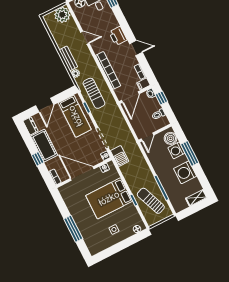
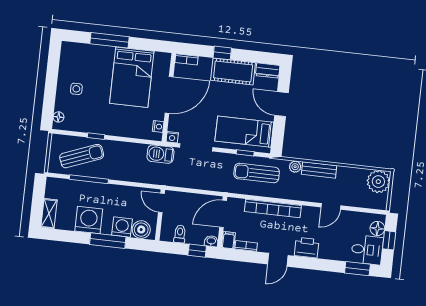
plant: (62, 15) -> (378, 182), moved
door: (130, 97) -> (223, 214), hinge flipped
bed: (109, 198) -> (132, 77), moved, turned 180

